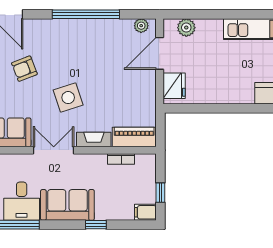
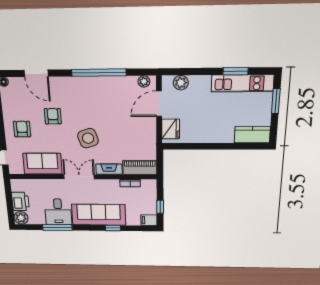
window: (252, 14) -> (236, 71), added
armchair: (24, 69) -> (53, 116), turned 111
sofa: (67, 205) -> (99, 215), width x1.36

